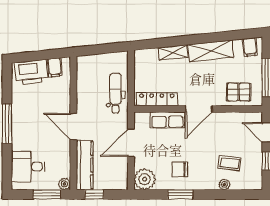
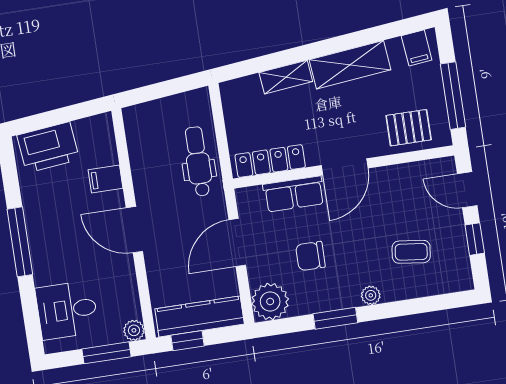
filing cabinet: (55, 67) -> (106, 179), moved, turned 96
kitchen counter: (85, 165) -> (200, 316), moved, turned -90
chair: (180, 169) -> (310, 256), moved
plant: (224, 184) -> (371, 295), moved

